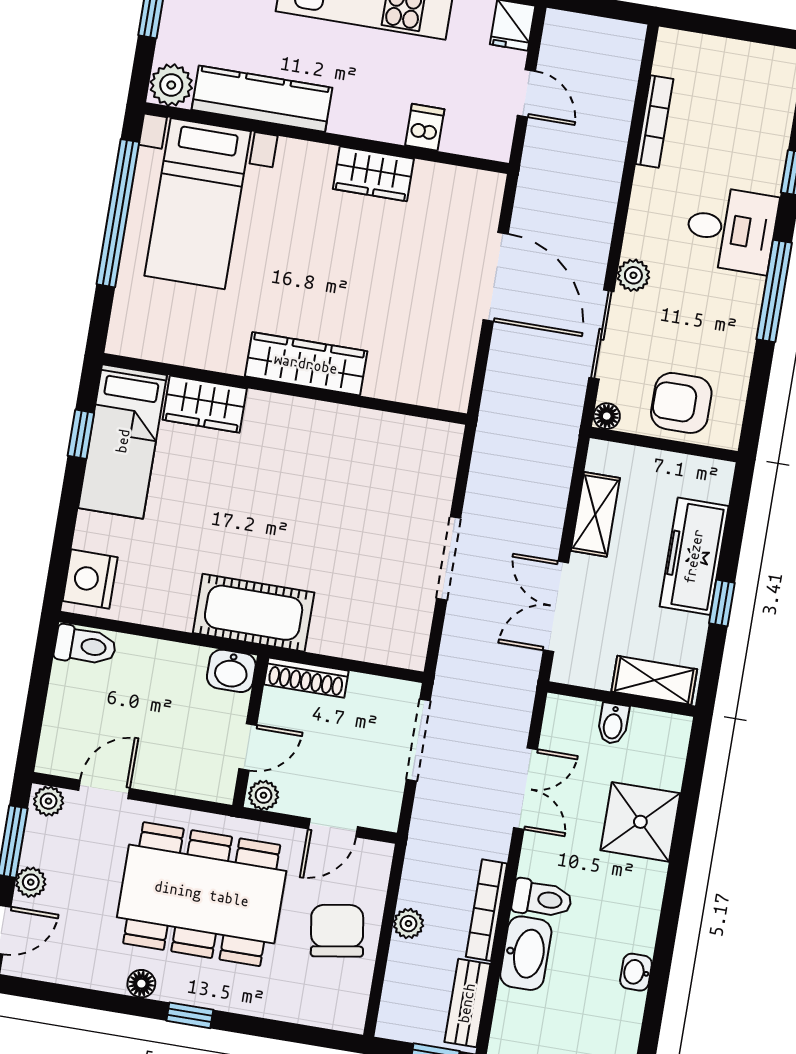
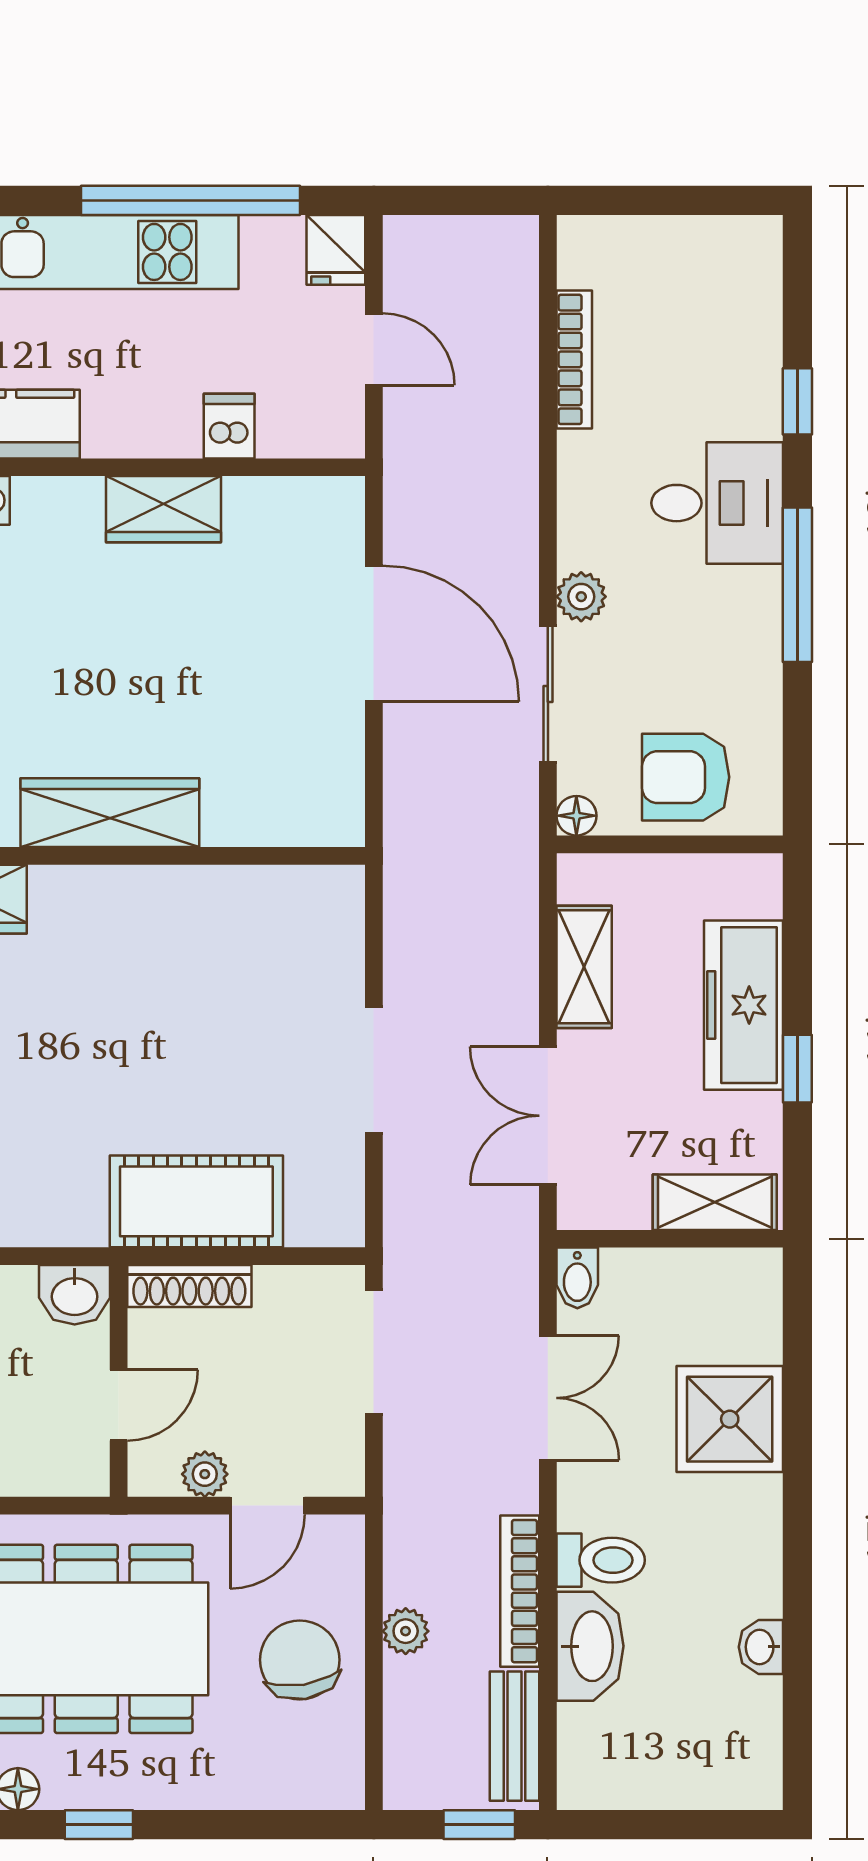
cot: (254, 613) -> (196, 1201), moved
bidet: (613, 724) -> (577, 1278), moved
plant: (264, 795) -> (205, 1474), moved

